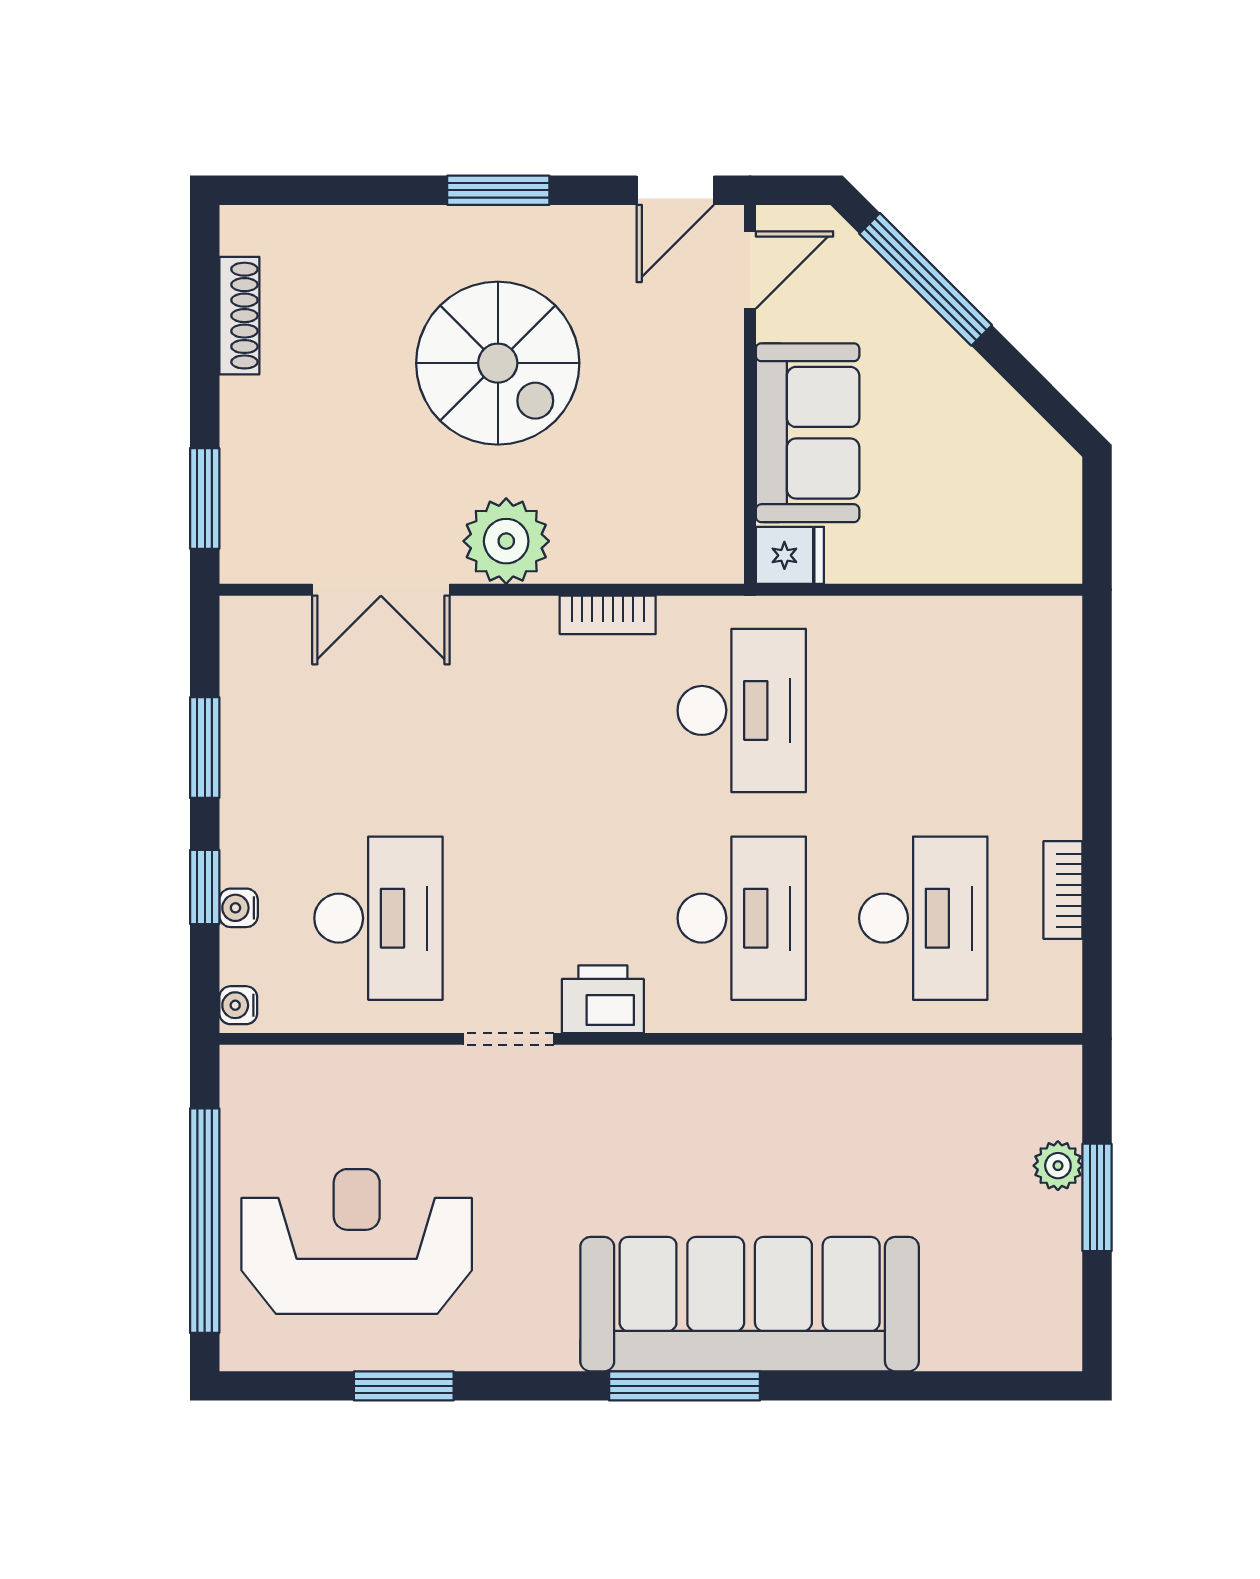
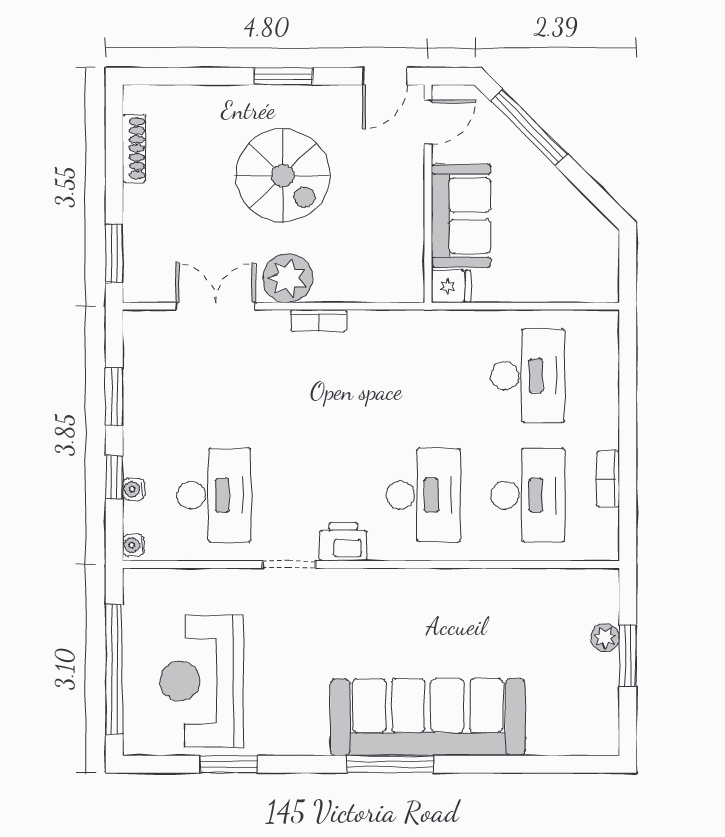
double door: (381, 590) -> (216, 306), swing flipped
bookcase: (608, 615) -> (319, 321), moved
desk: (742, 710) -> (528, 376), moved
reception desk: (357, 1241) -> (202, 681), turned -90

